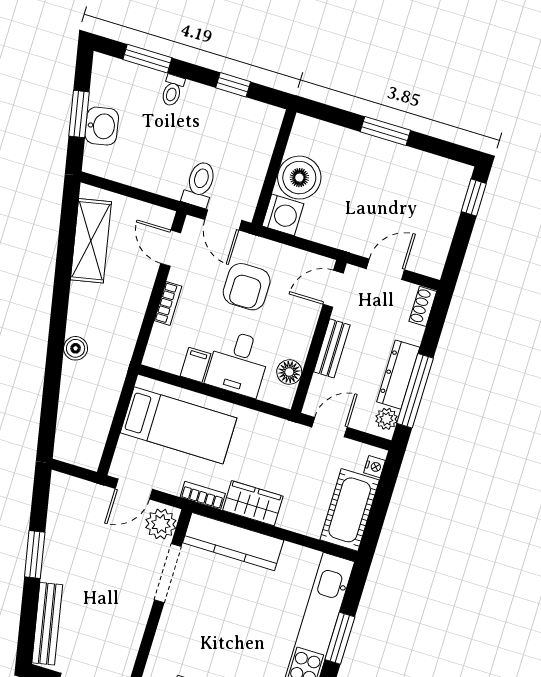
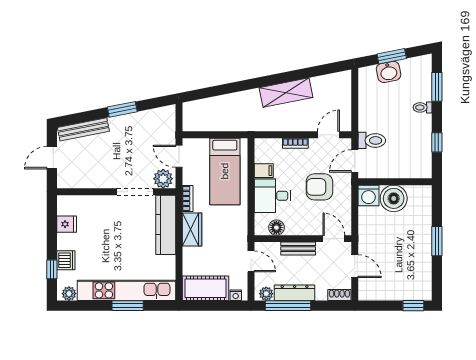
shelving: (91, 241) -> (286, 93), moved
boiler: (76, 348) -> (252, 96), removed

